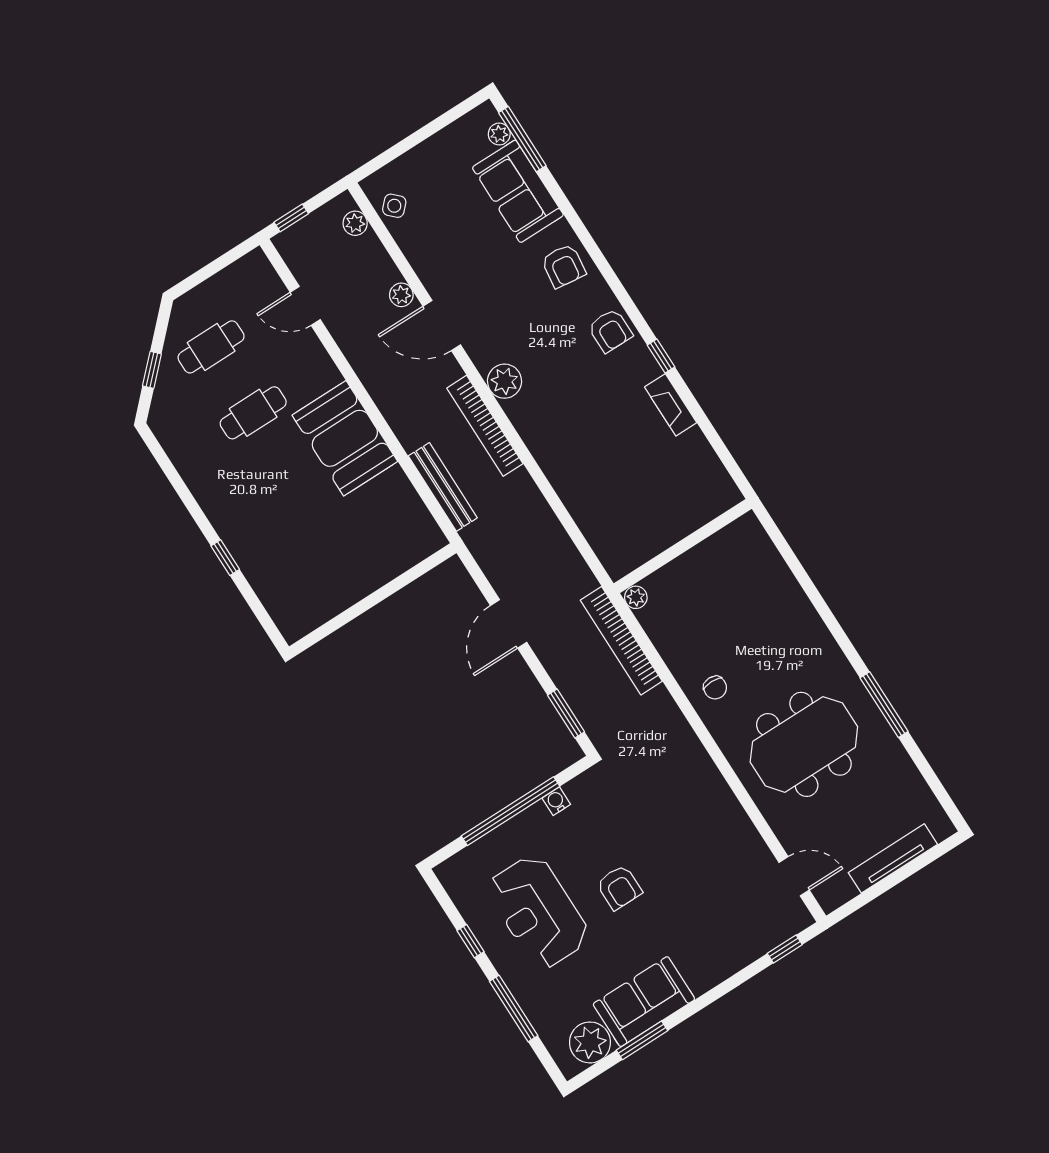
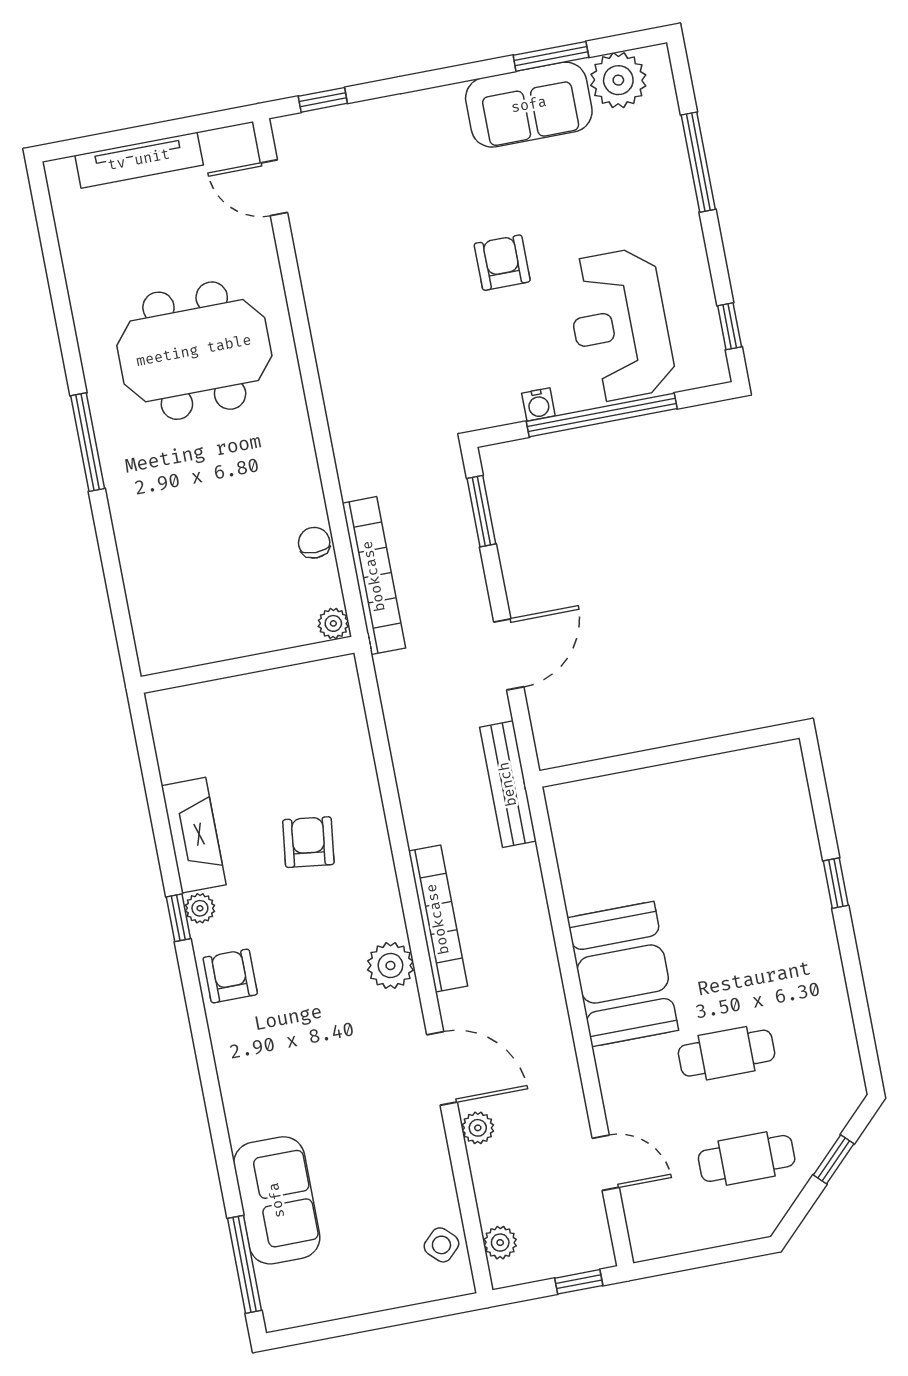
plant: (499, 134) -> (200, 908), moved
armchair: (564, 266) -> (308, 842), moved
fireplace: (671, 405) -> (194, 835), width x1.37, depth x1.32
bench: (443, 487) -> (508, 784), moved
chair: (715, 688) -> (314, 543), moved
window: (884, 705) -> (88, 442), moved
reception desk: (538, 912) -> (620, 325), moved, turned 180
window: (471, 941) -> (730, 326), moved

